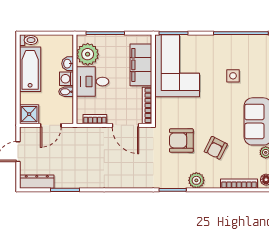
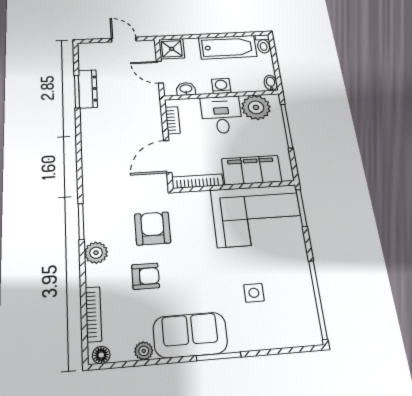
washbasin: (68, 64) -> (186, 89), moved
bidet: (66, 92) -> (271, 83), moved
armchair: (216, 148) -> (146, 276), turned 153
dresser: (37, 182) -> (88, 89), moved

